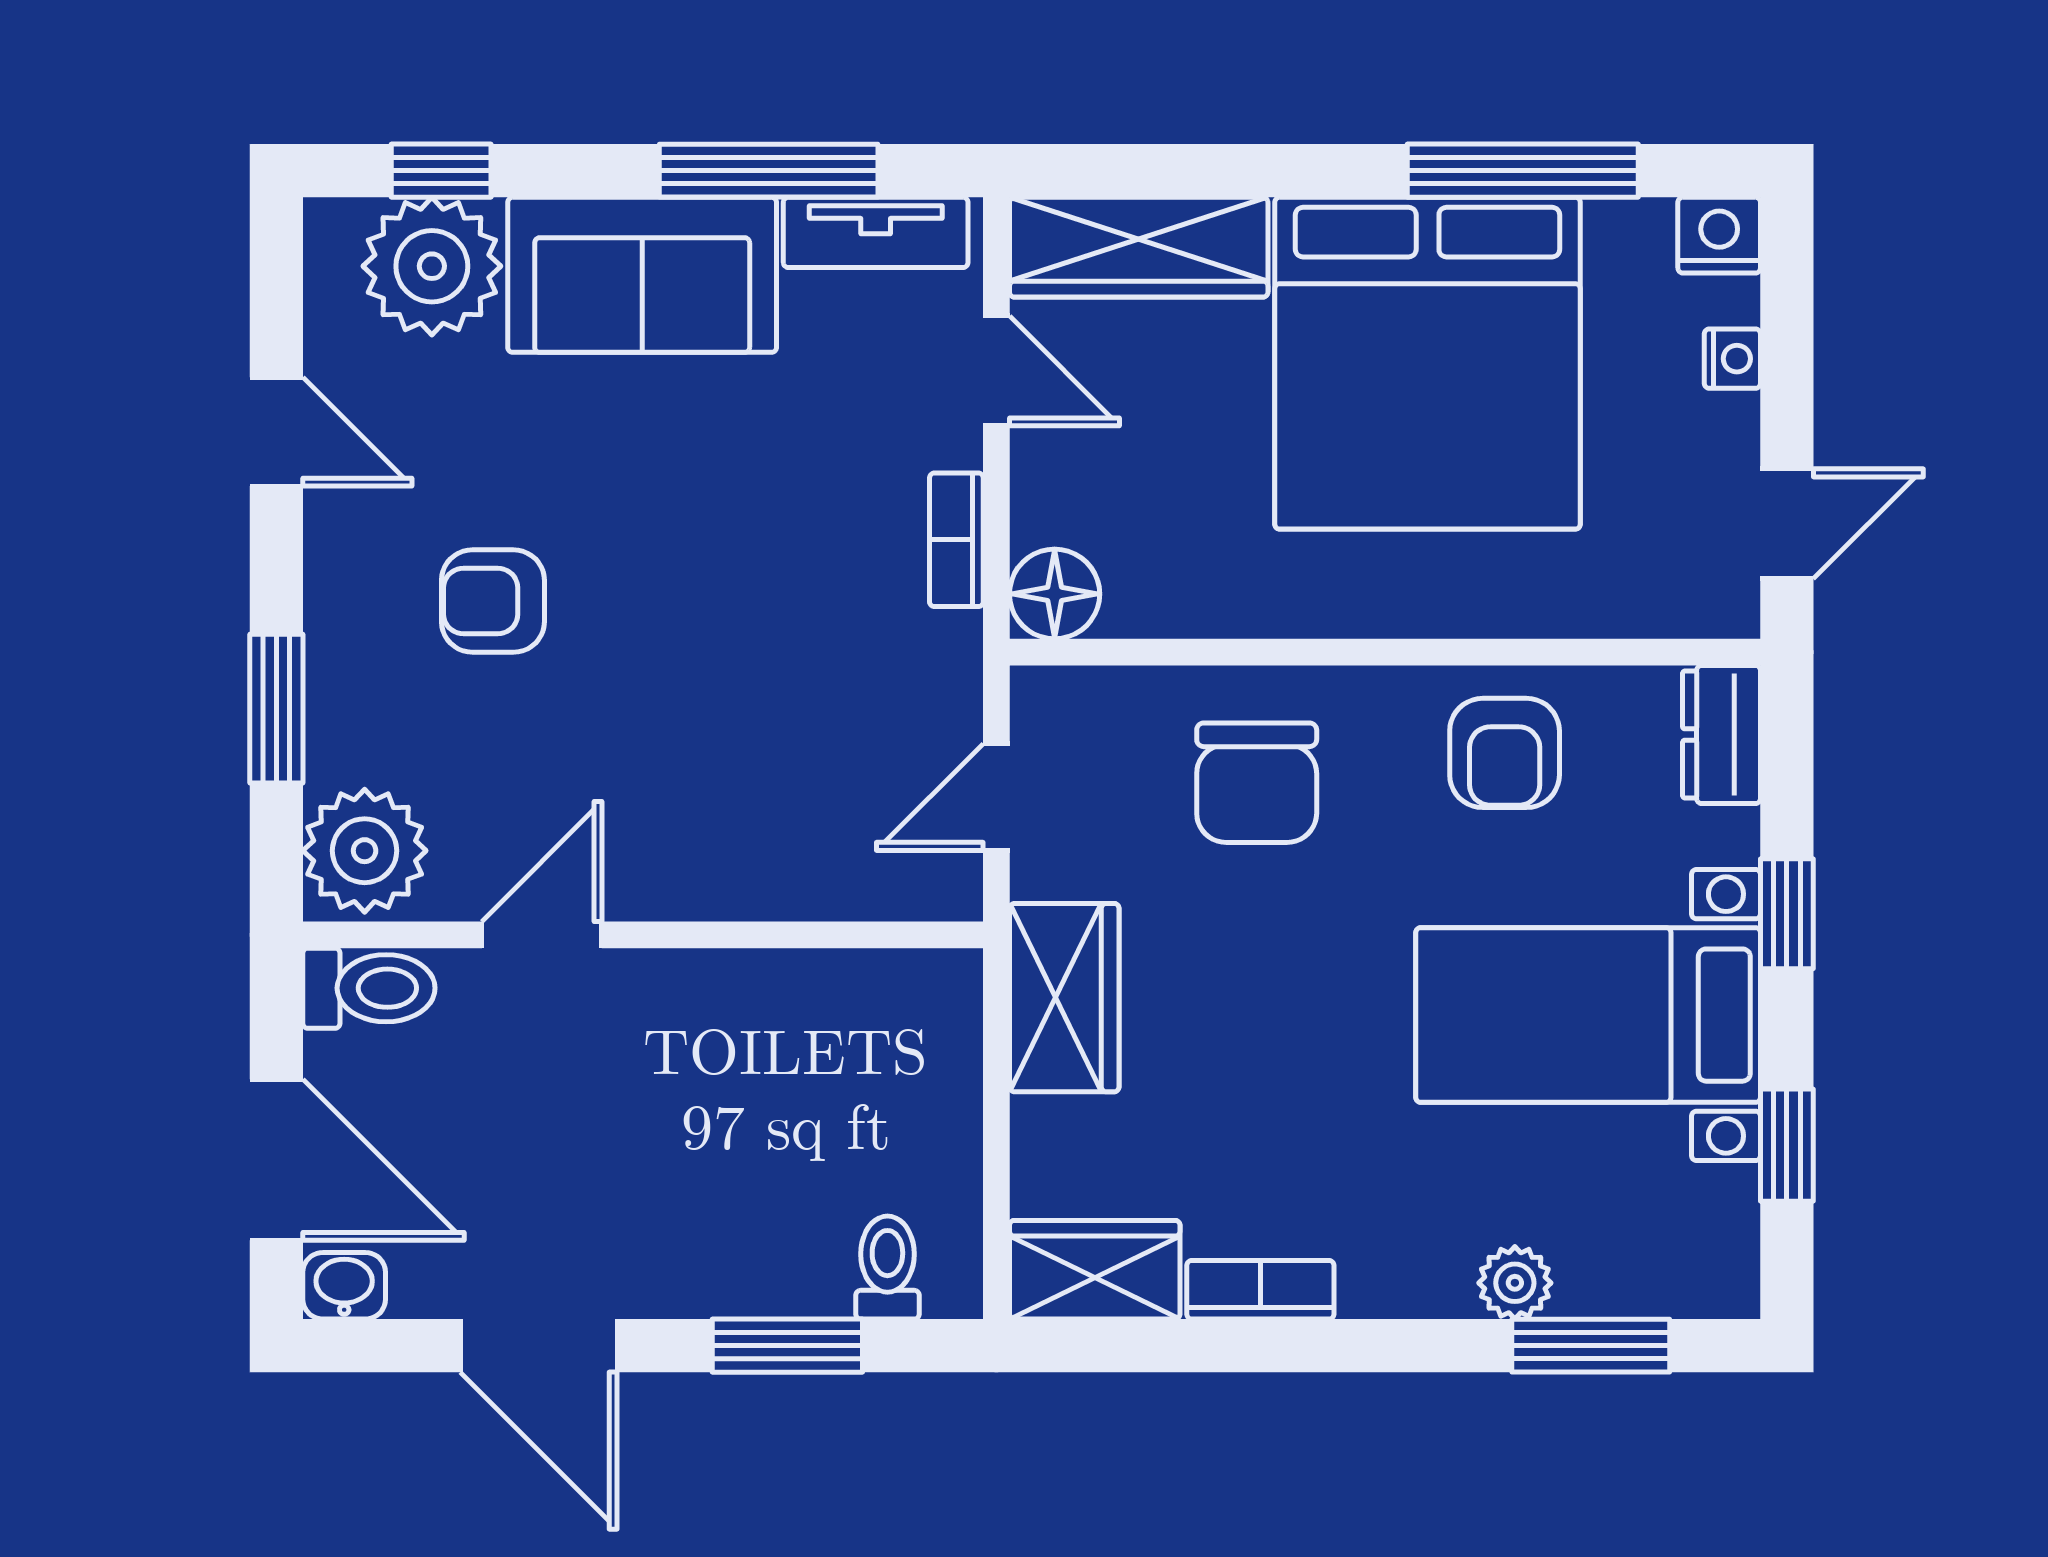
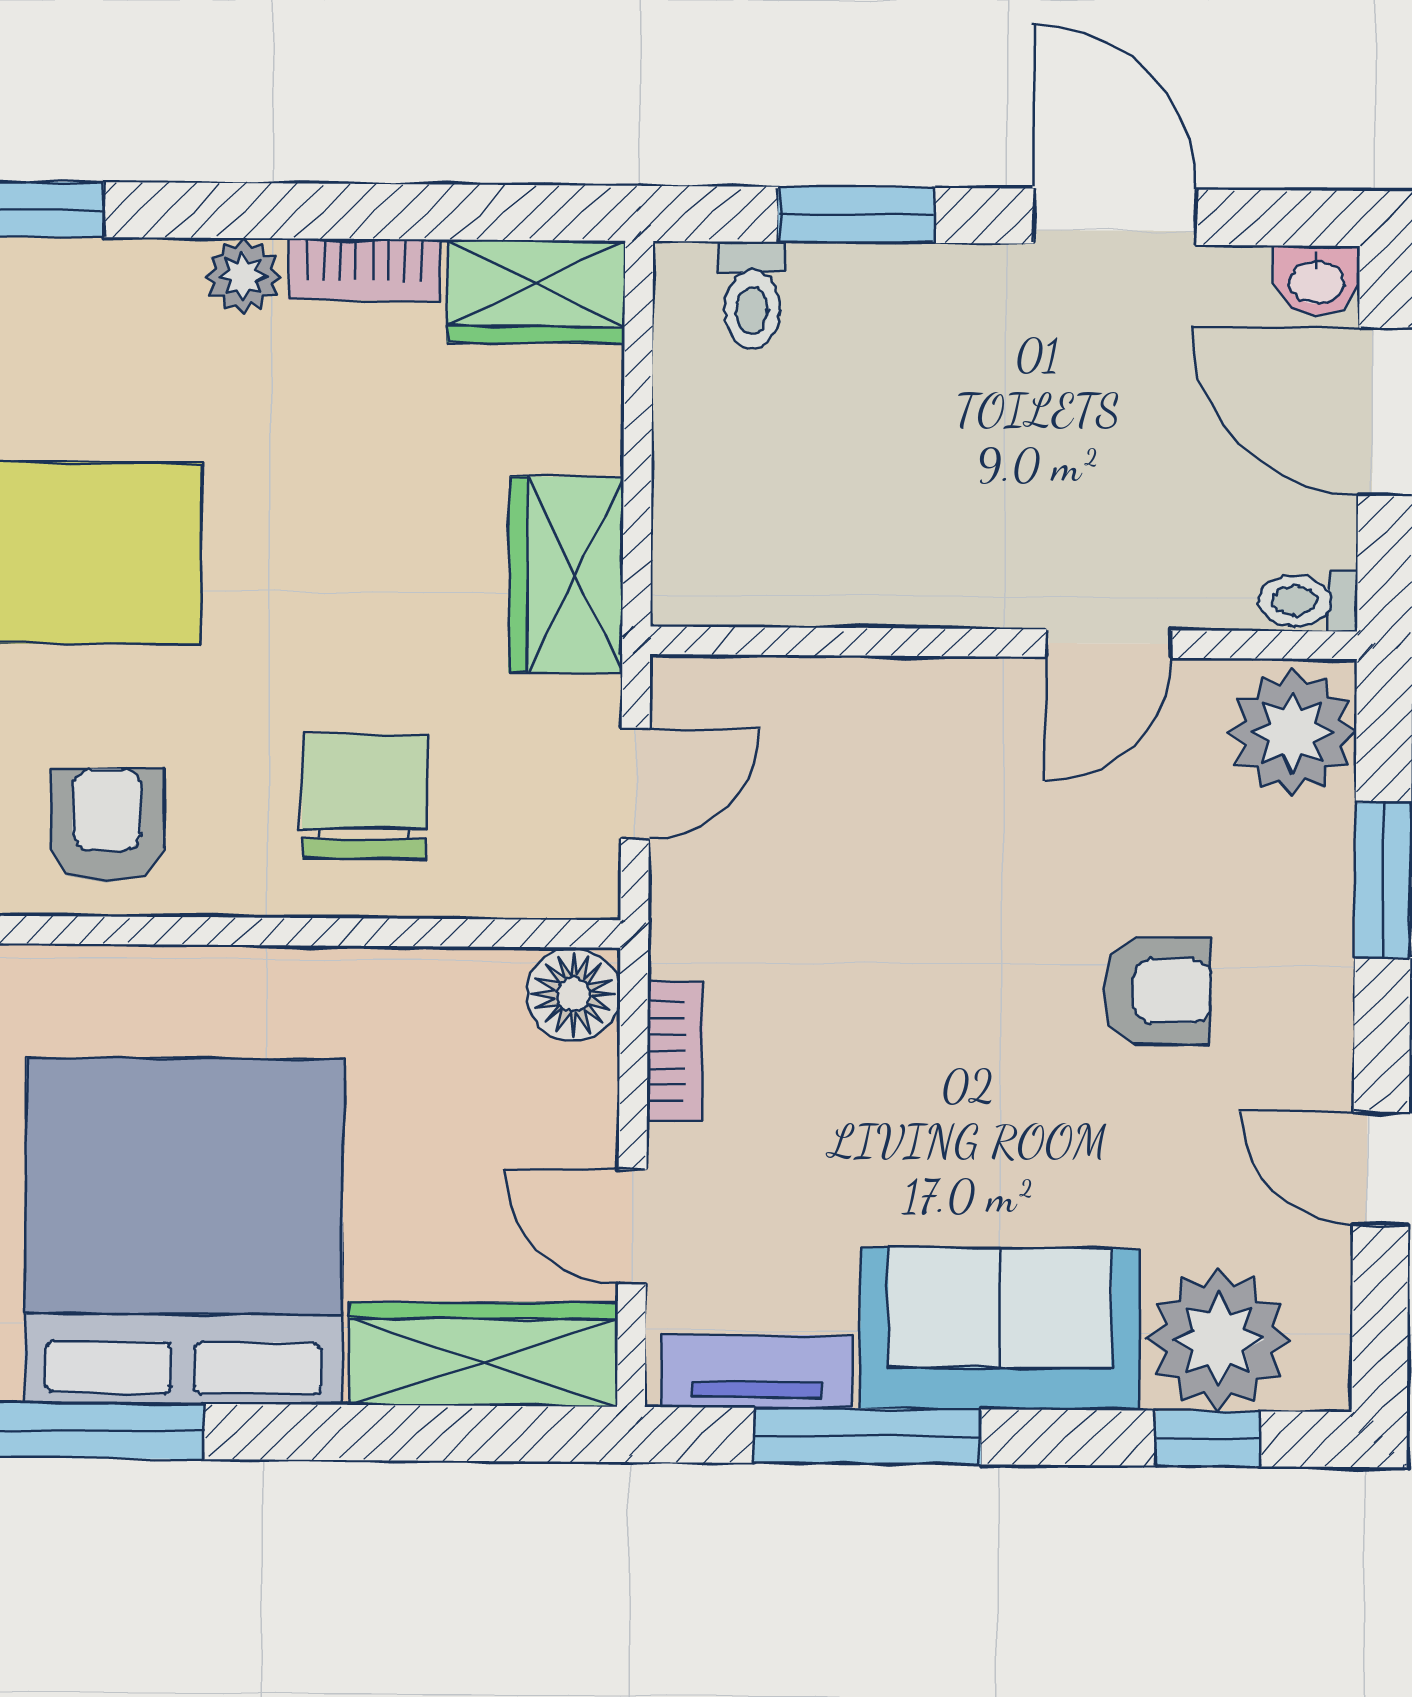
toilet: (369, 988) -> (1308, 601), width x0.73, depth x0.72
plant: (1515, 1283) -> (243, 276), moved

